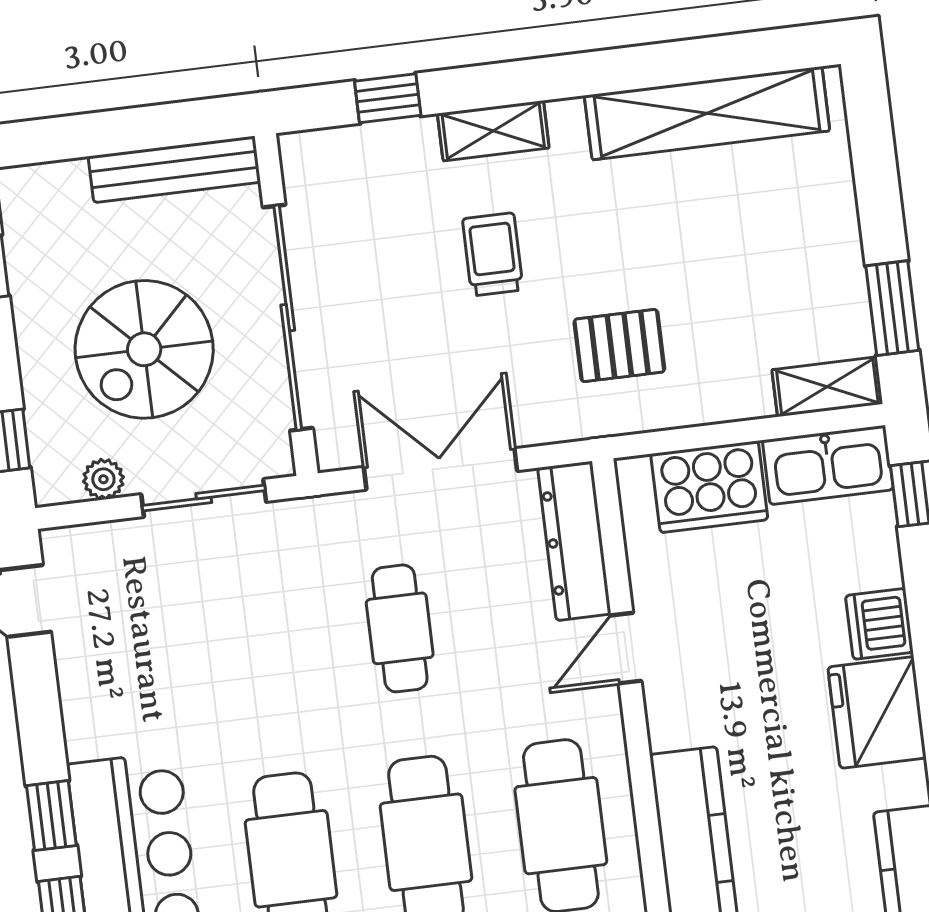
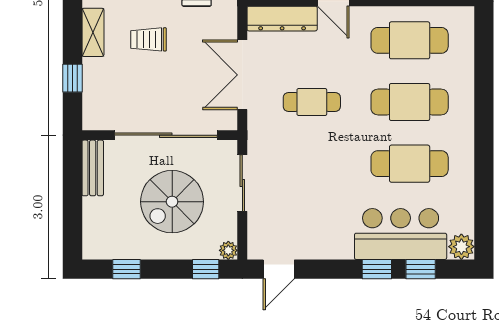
bench: (174, 169) -> (93, 168), width x0.73
spiral stairs: (144, 349) -> (172, 202), turned 90
plant: (103, 479) -> (228, 250), moved

